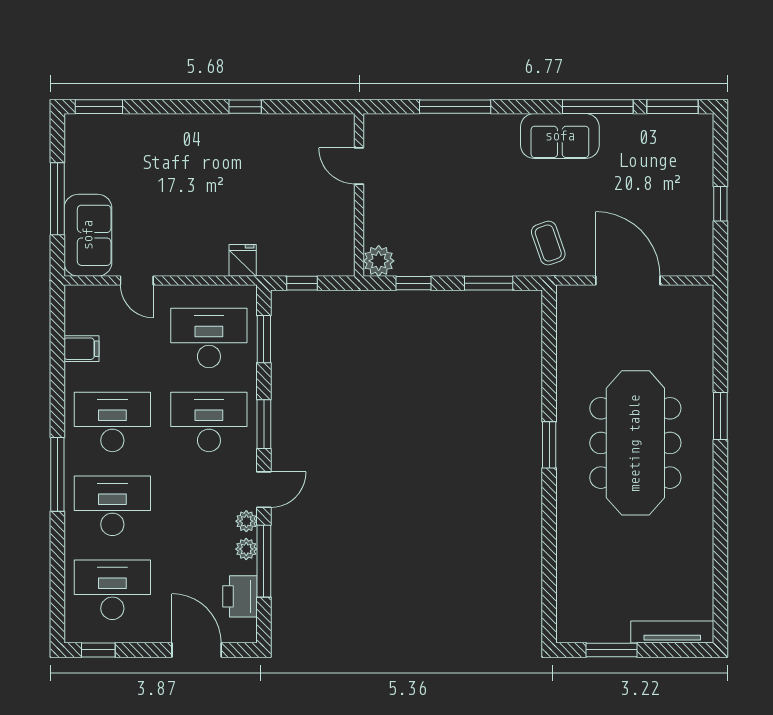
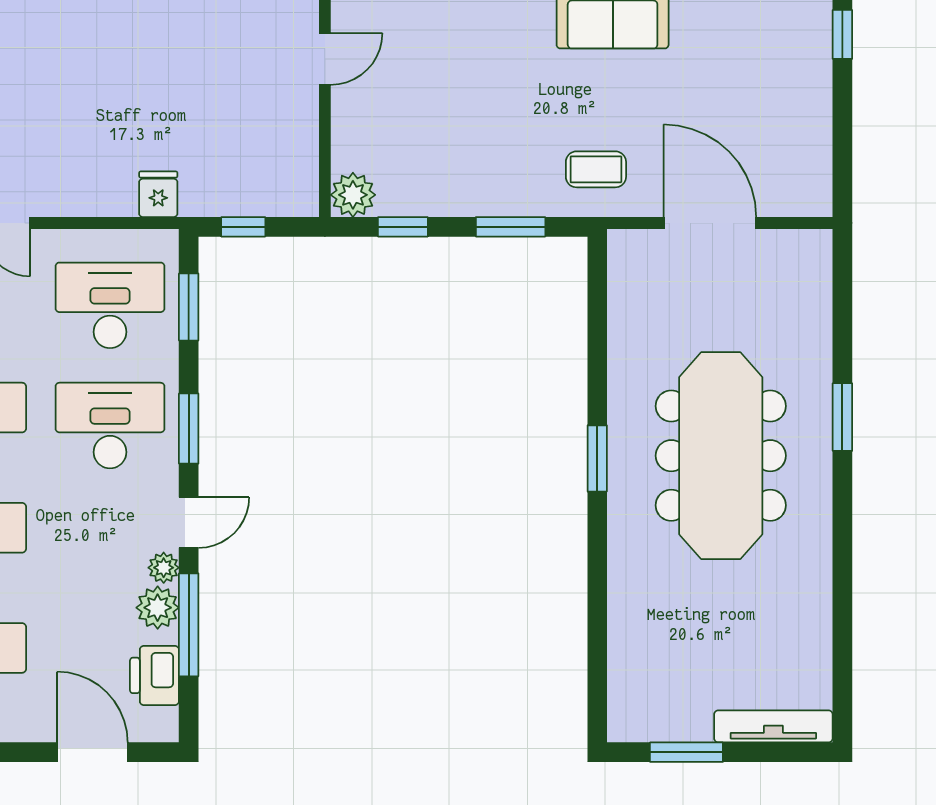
door: (359, 166) -> (325, 59), swing flipped
window: (720, 204) -> (842, 34), moved
coffee table: (548, 243) -> (596, 169), turned -71
plant: (246, 549) -> (158, 608), width x1.38, depth x1.38

